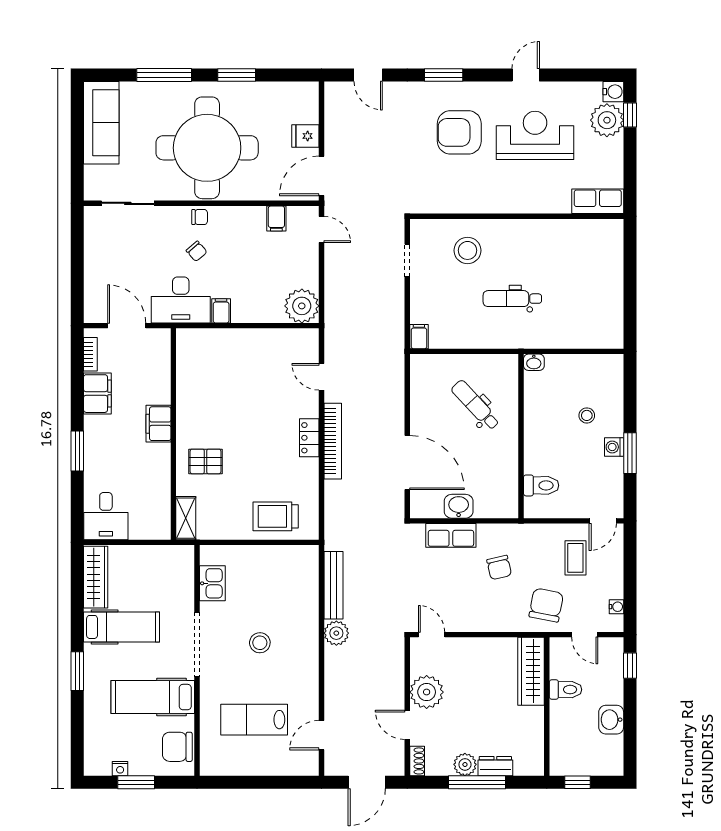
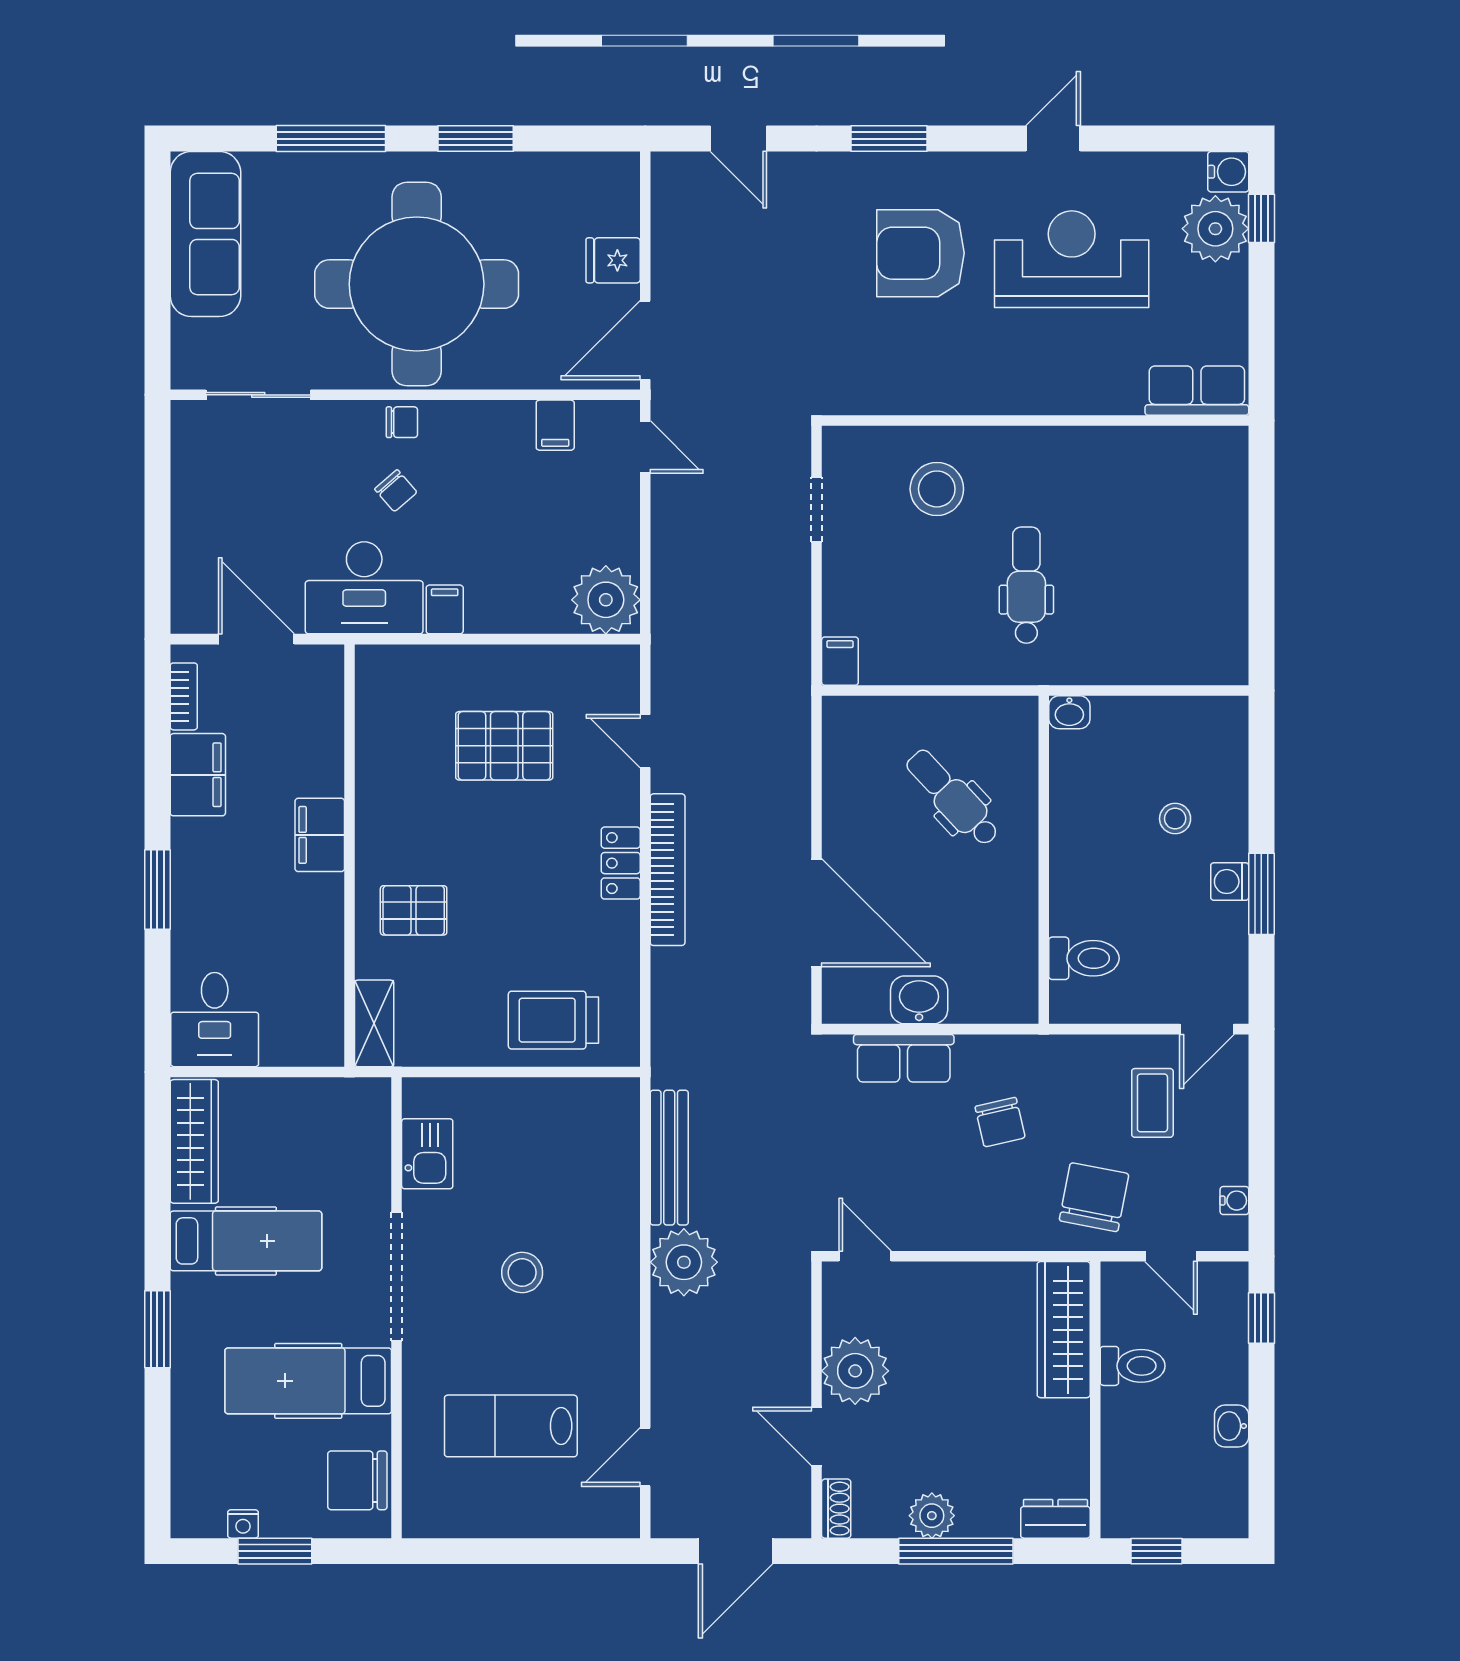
dental chair: (512, 299) -> (1026, 585), turned 90
pallet: (251, 379) -> (504, 746), added
plant: (336, 633) -> (684, 1262), width x1.36, depth x1.36
washbasin: (611, 720) -> (1232, 1426), width x0.72, depth x0.69
dresser: (495, 766) -> (1055, 1519), moved

